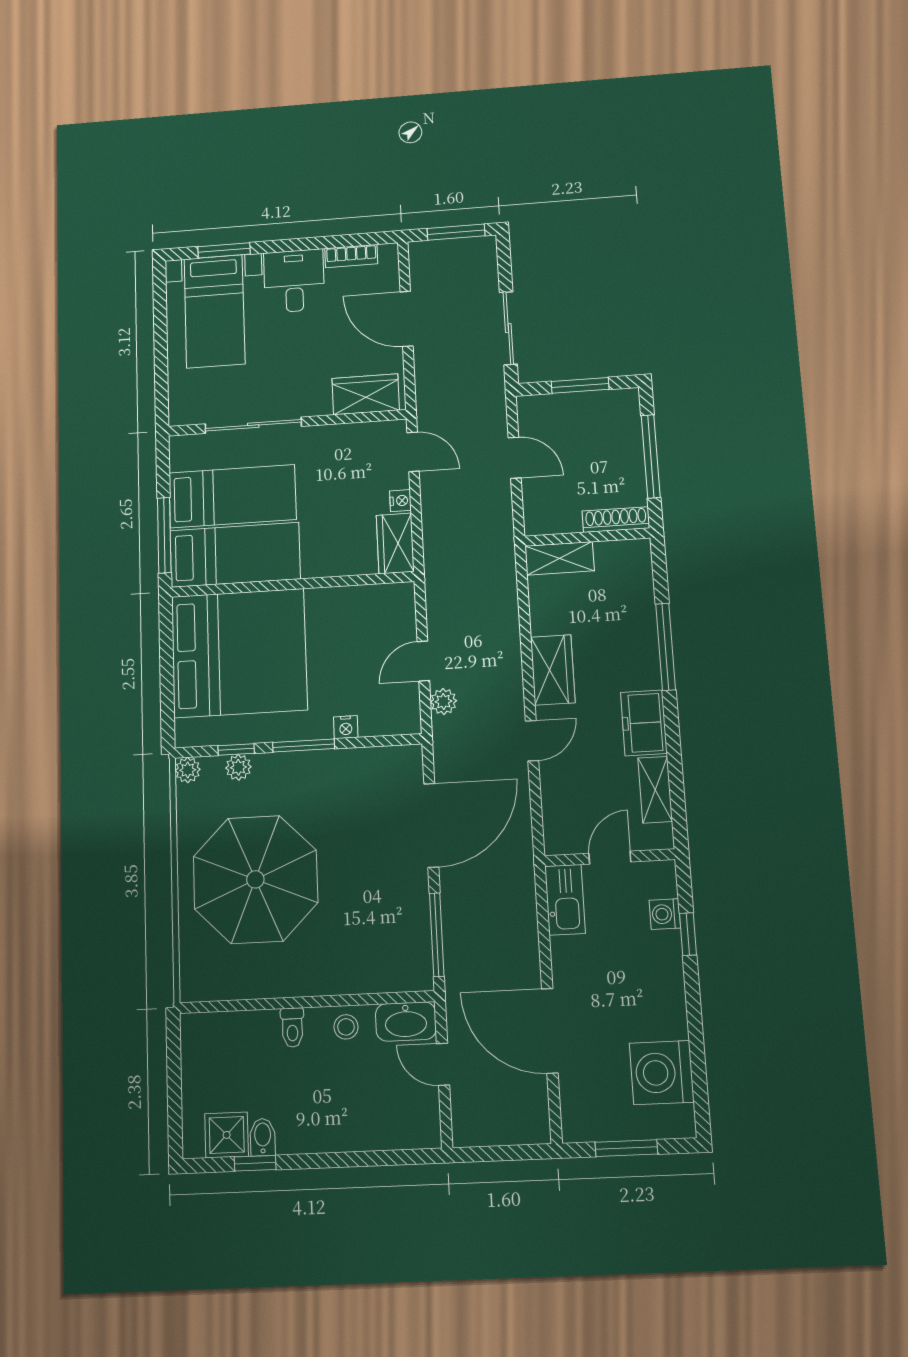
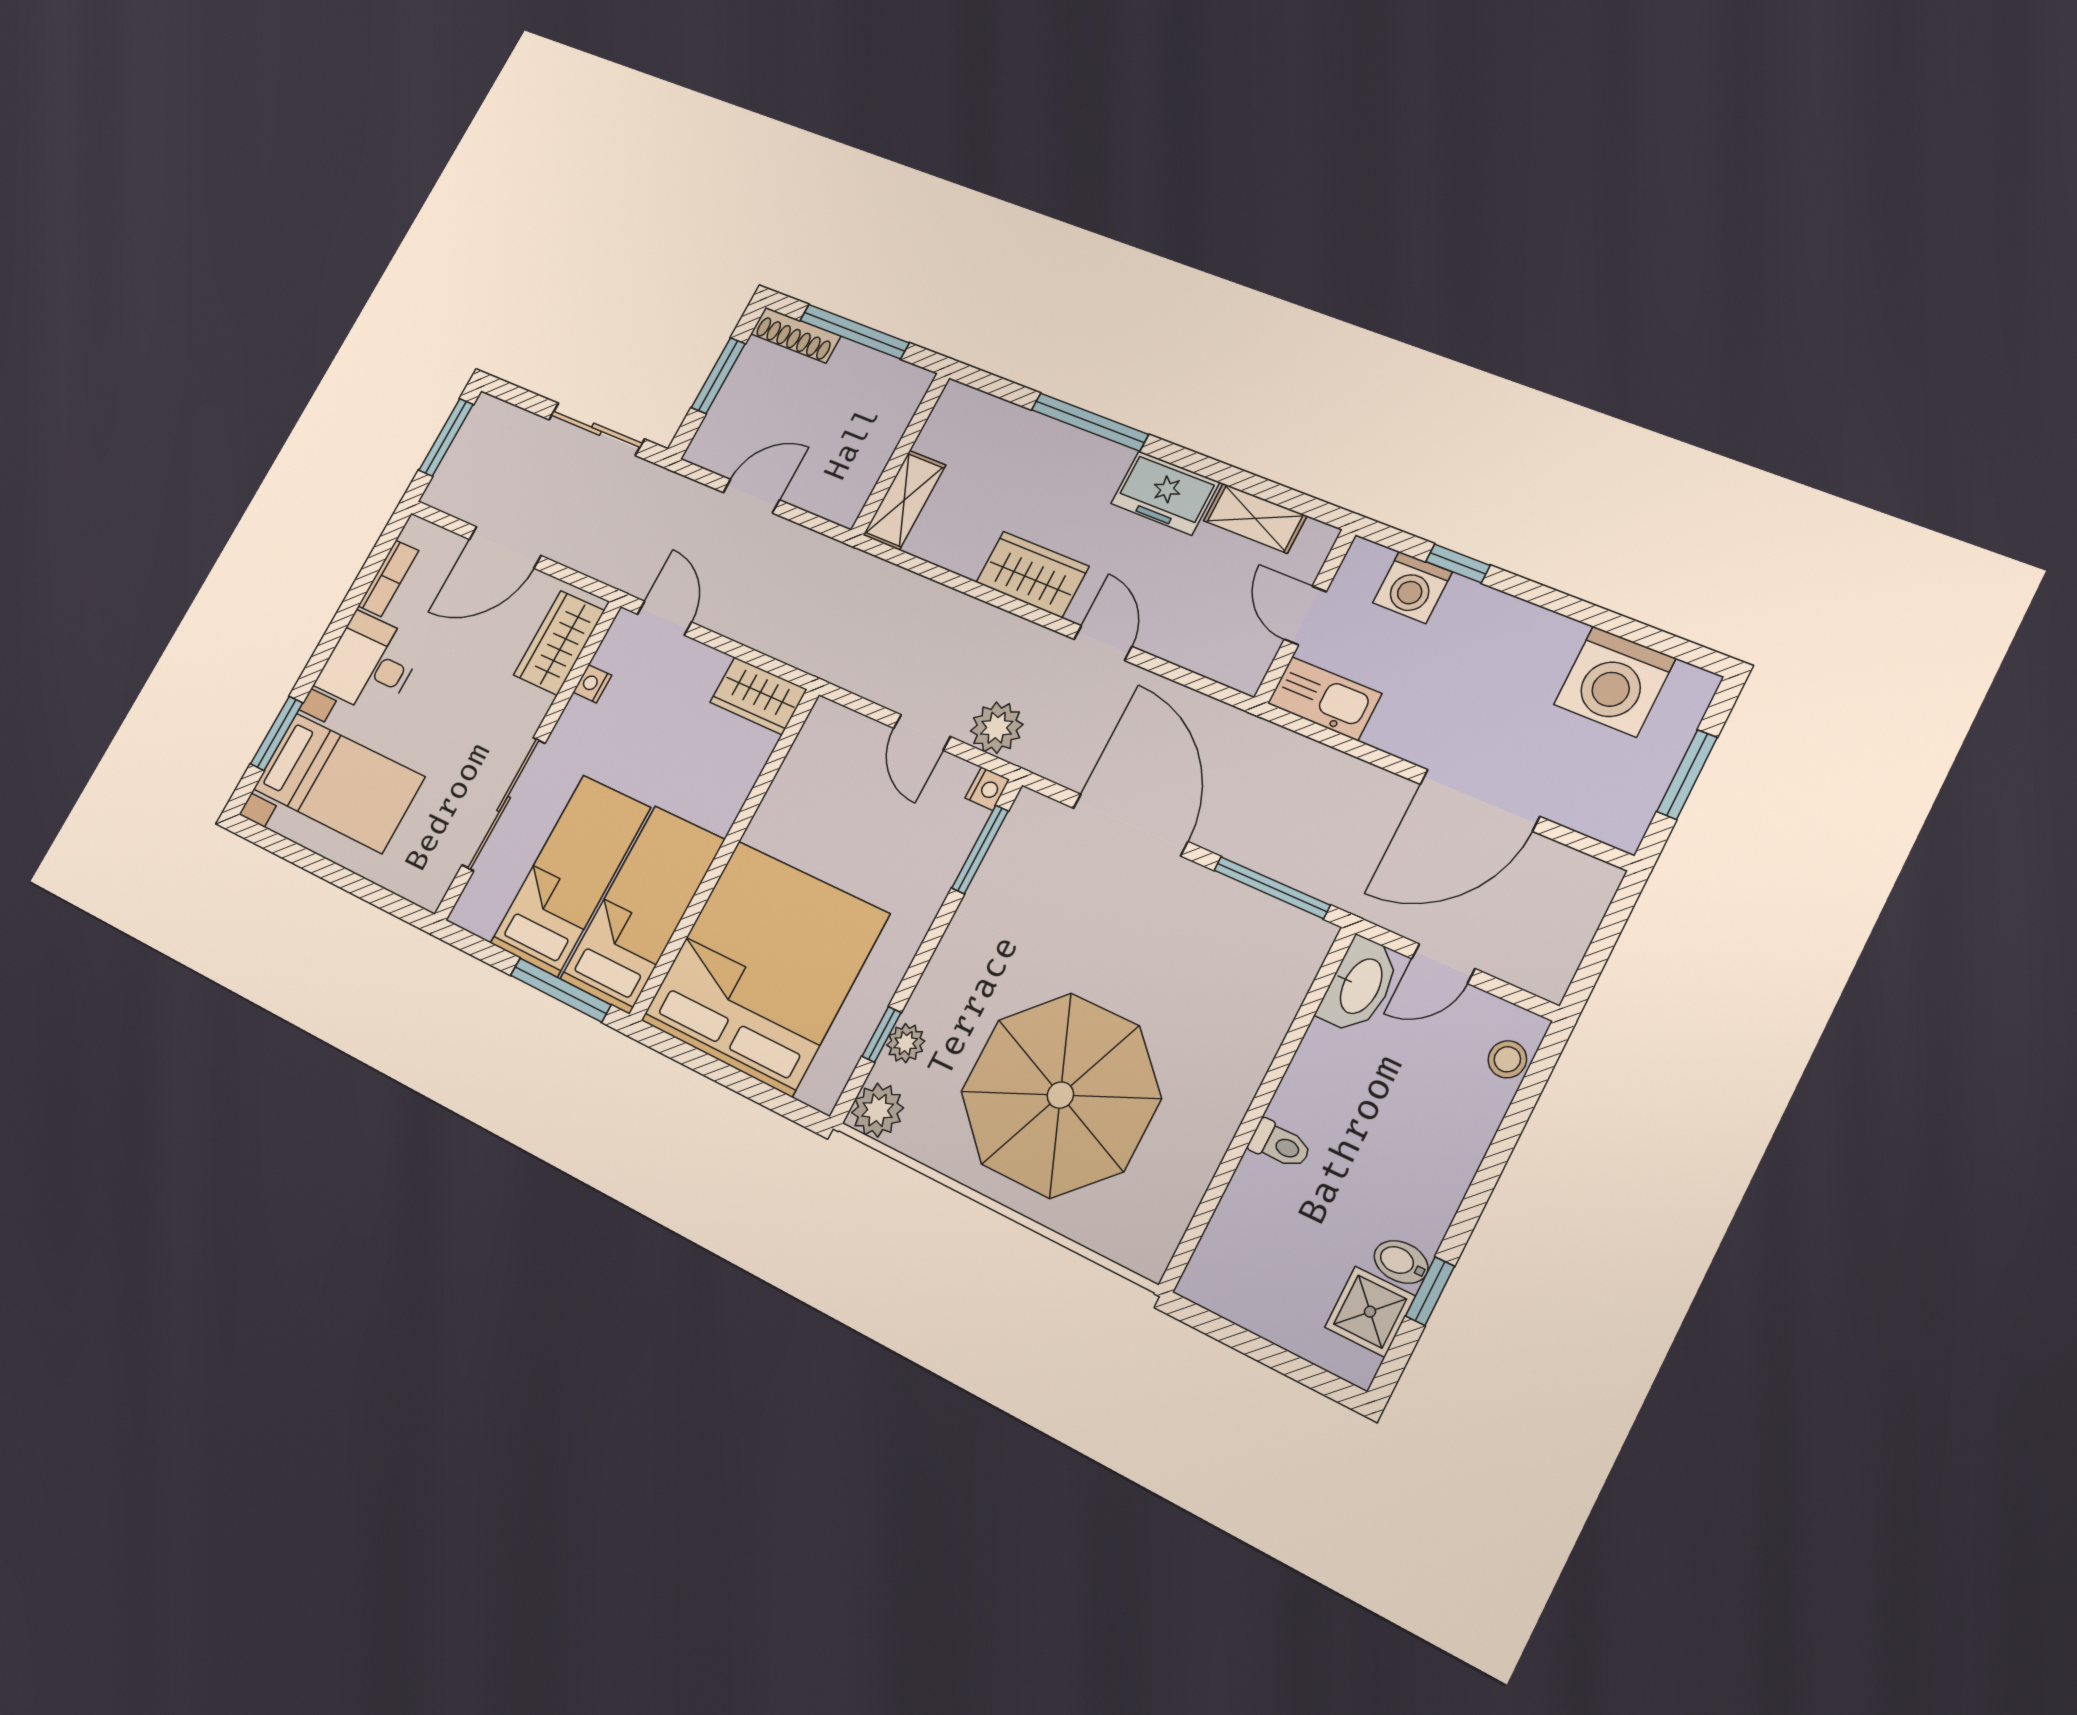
door: (413, 452) -> (664, 618), hinge flipped
nightstand: (400, 501) -> (592, 684), moved, turned -90
shoe rack: (616, 520) -> (795, 335), moved, turned -90
plant: (443, 701) -> (997, 728), width x1.38, depth x1.38
nightstand: (346, 727) -> (987, 789), moved
window: (304, 746) -> (980, 849), moved
plant: (188, 770) -> (878, 1110), width x1.38, depth x1.38
washing machine: (665, 914) -> (1412, 587), width x1.38, depth x1.38
stool: (346, 1027) -> (1507, 1059), moved

